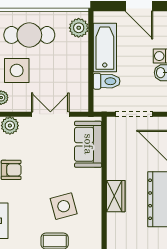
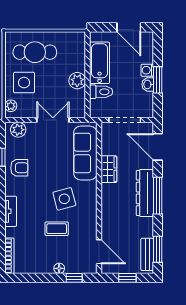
plant: (79, 28) -> (77, 81), moved
sofa: (88, 144) -> (85, 153), width x1.36
wardrobe: (116, 196) -> (109, 169), moved

